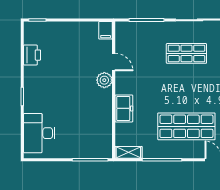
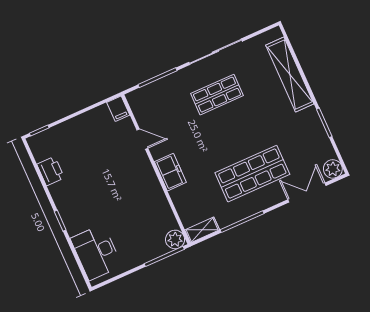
plant: (104, 80) -> (175, 239), moved
freezer: (124, 108) -> (170, 172), moved

